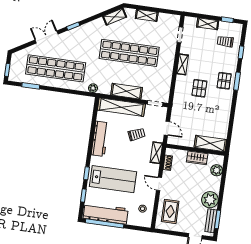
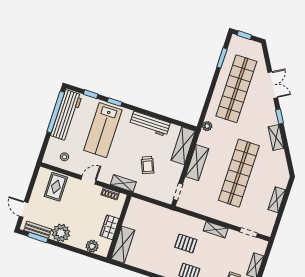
shelving: (115, 17) -> (276, 137), moved
shelving: (121, 107) -> (183, 146), width x0.68
door: (167, 128) -> (148, 200), removed
rug: (170, 211) -> (56, 187), turned 90

